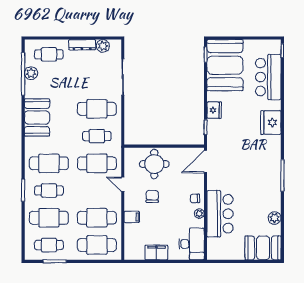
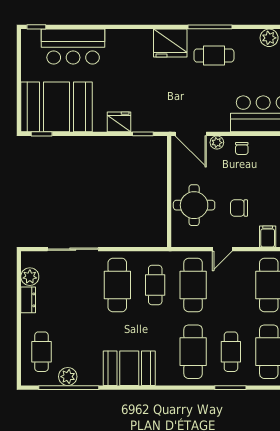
dresser: (82, 45) -> (28, 300), width x0.70
fridge: (271, 122) -> (170, 43), moved
cafe table: (262, 178) -> (214, 55), added
plant: (199, 214) -> (217, 143), moved

